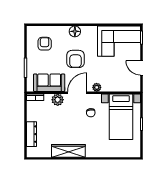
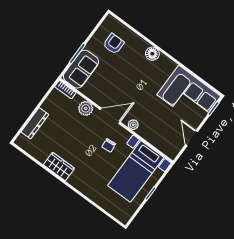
armchair: (76, 59) -> (133, 81), removed
sofa: (49, 83) -> (81, 69), moved, turned 90
wardrobe: (68, 151) -> (59, 166), width x0.67

